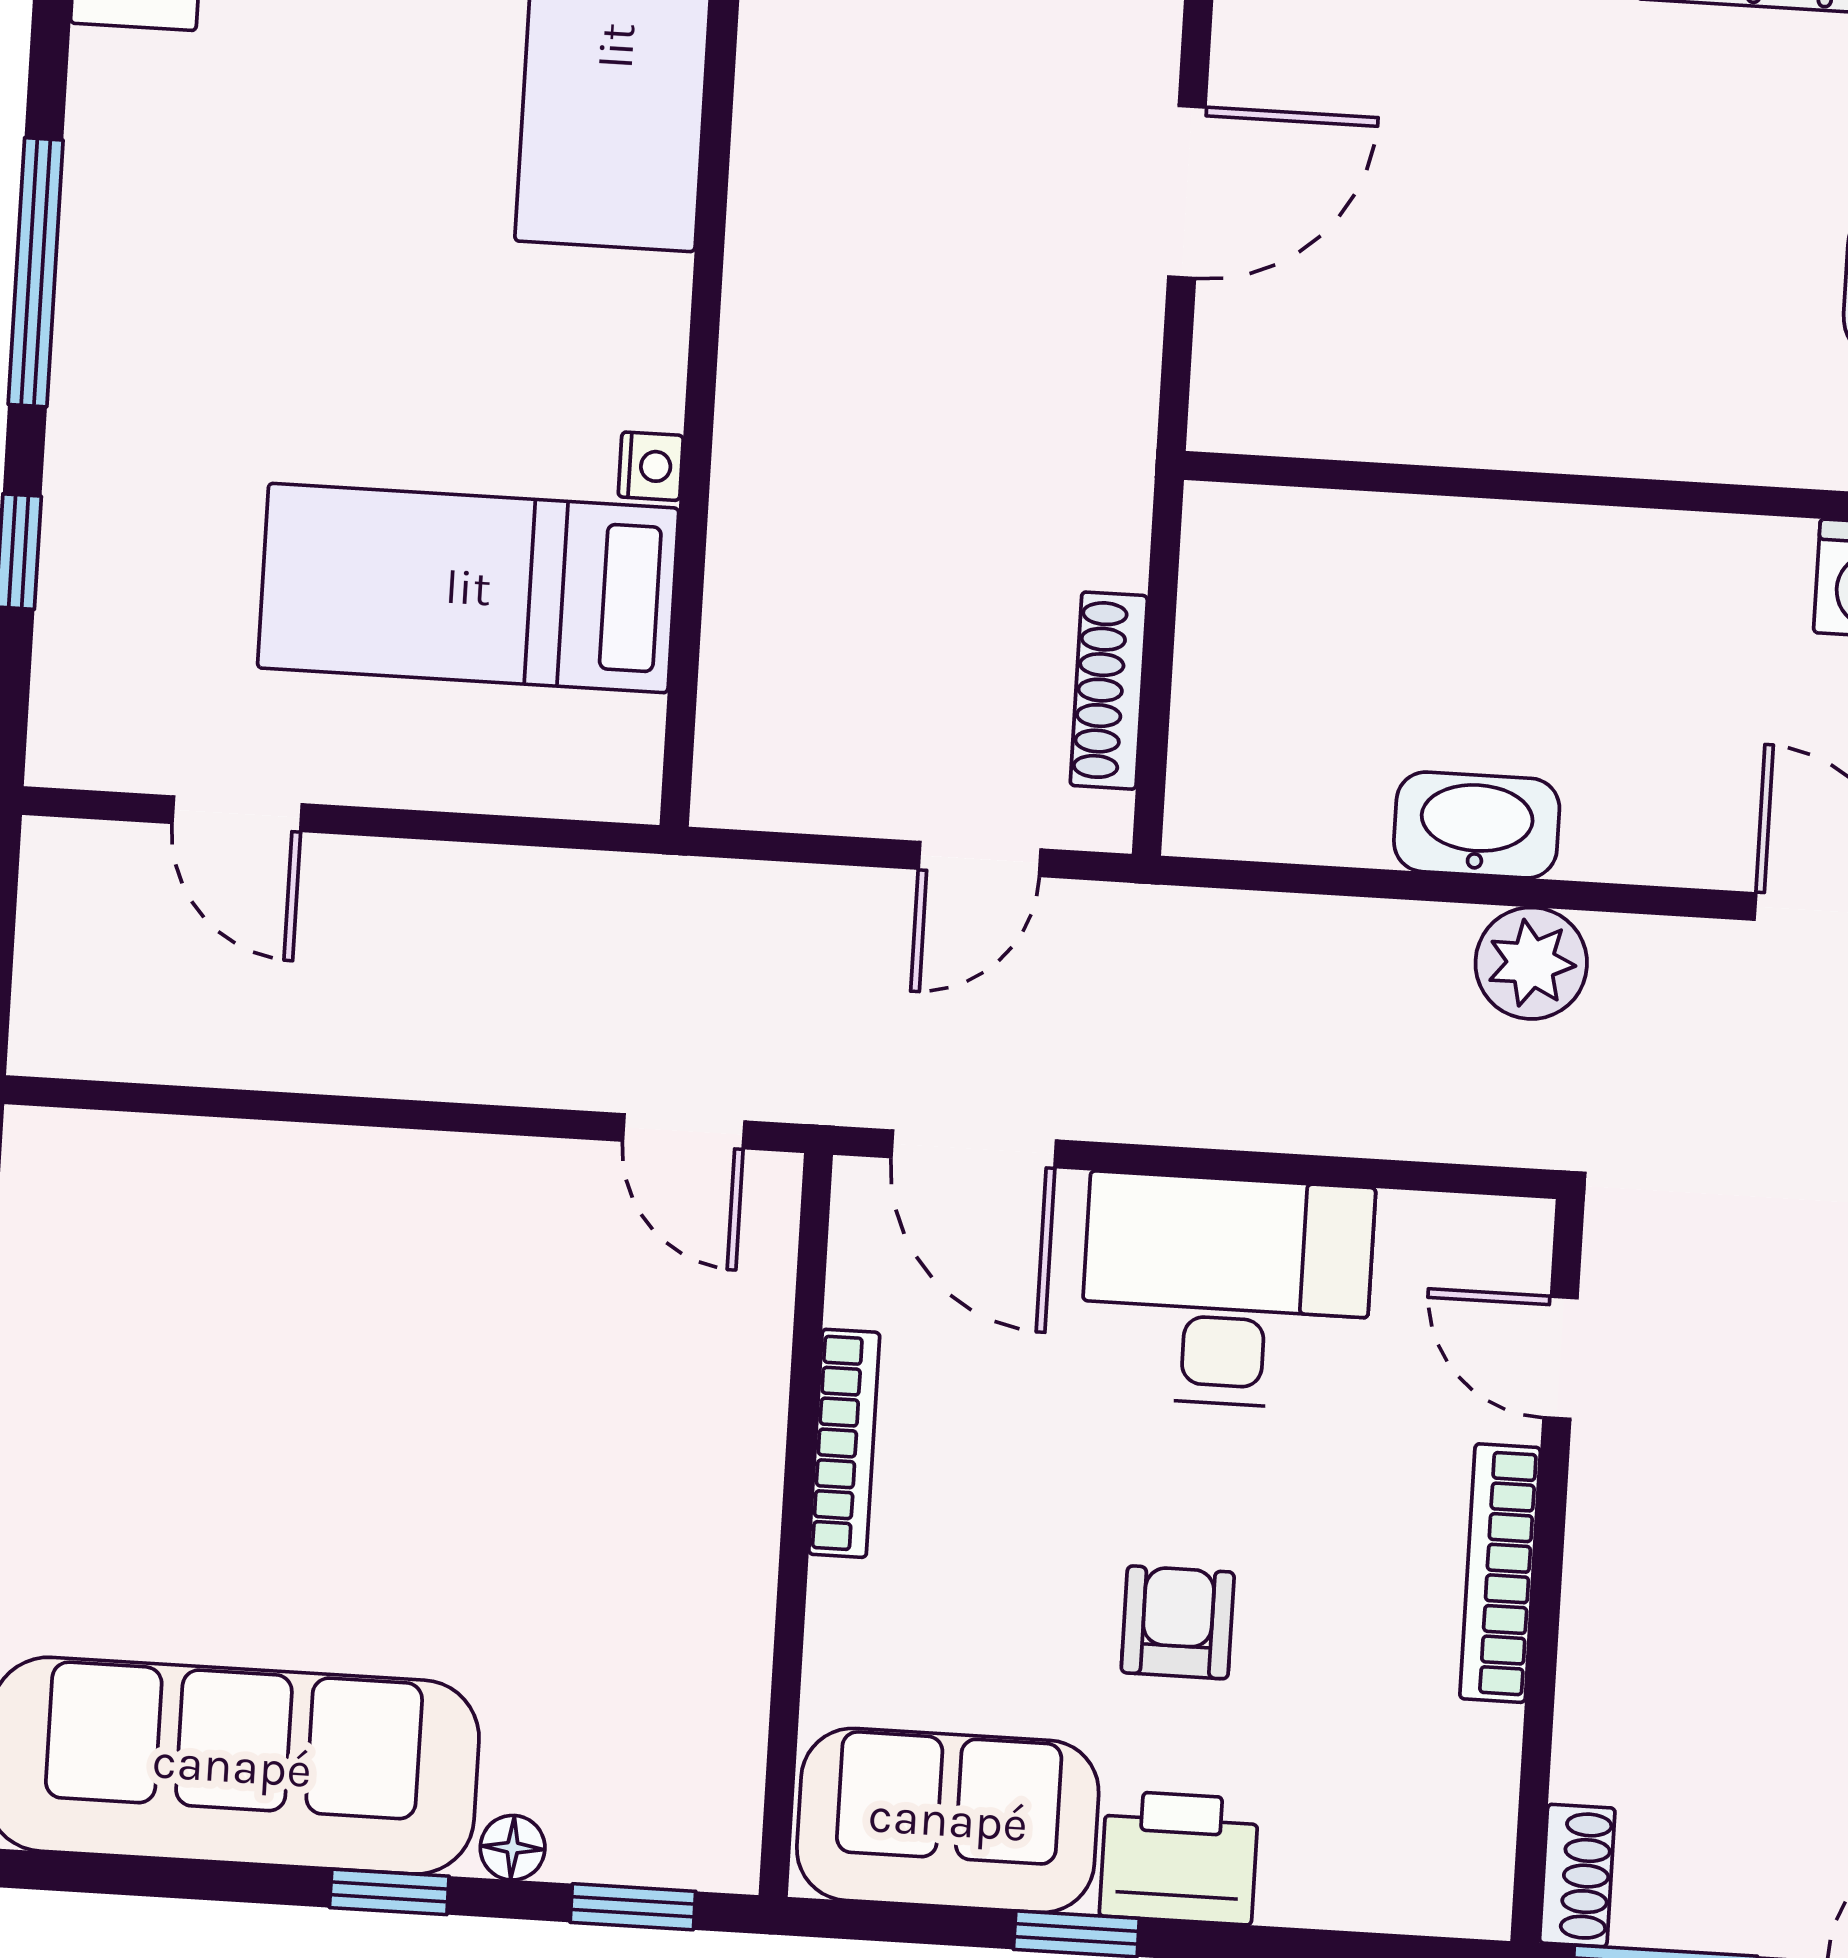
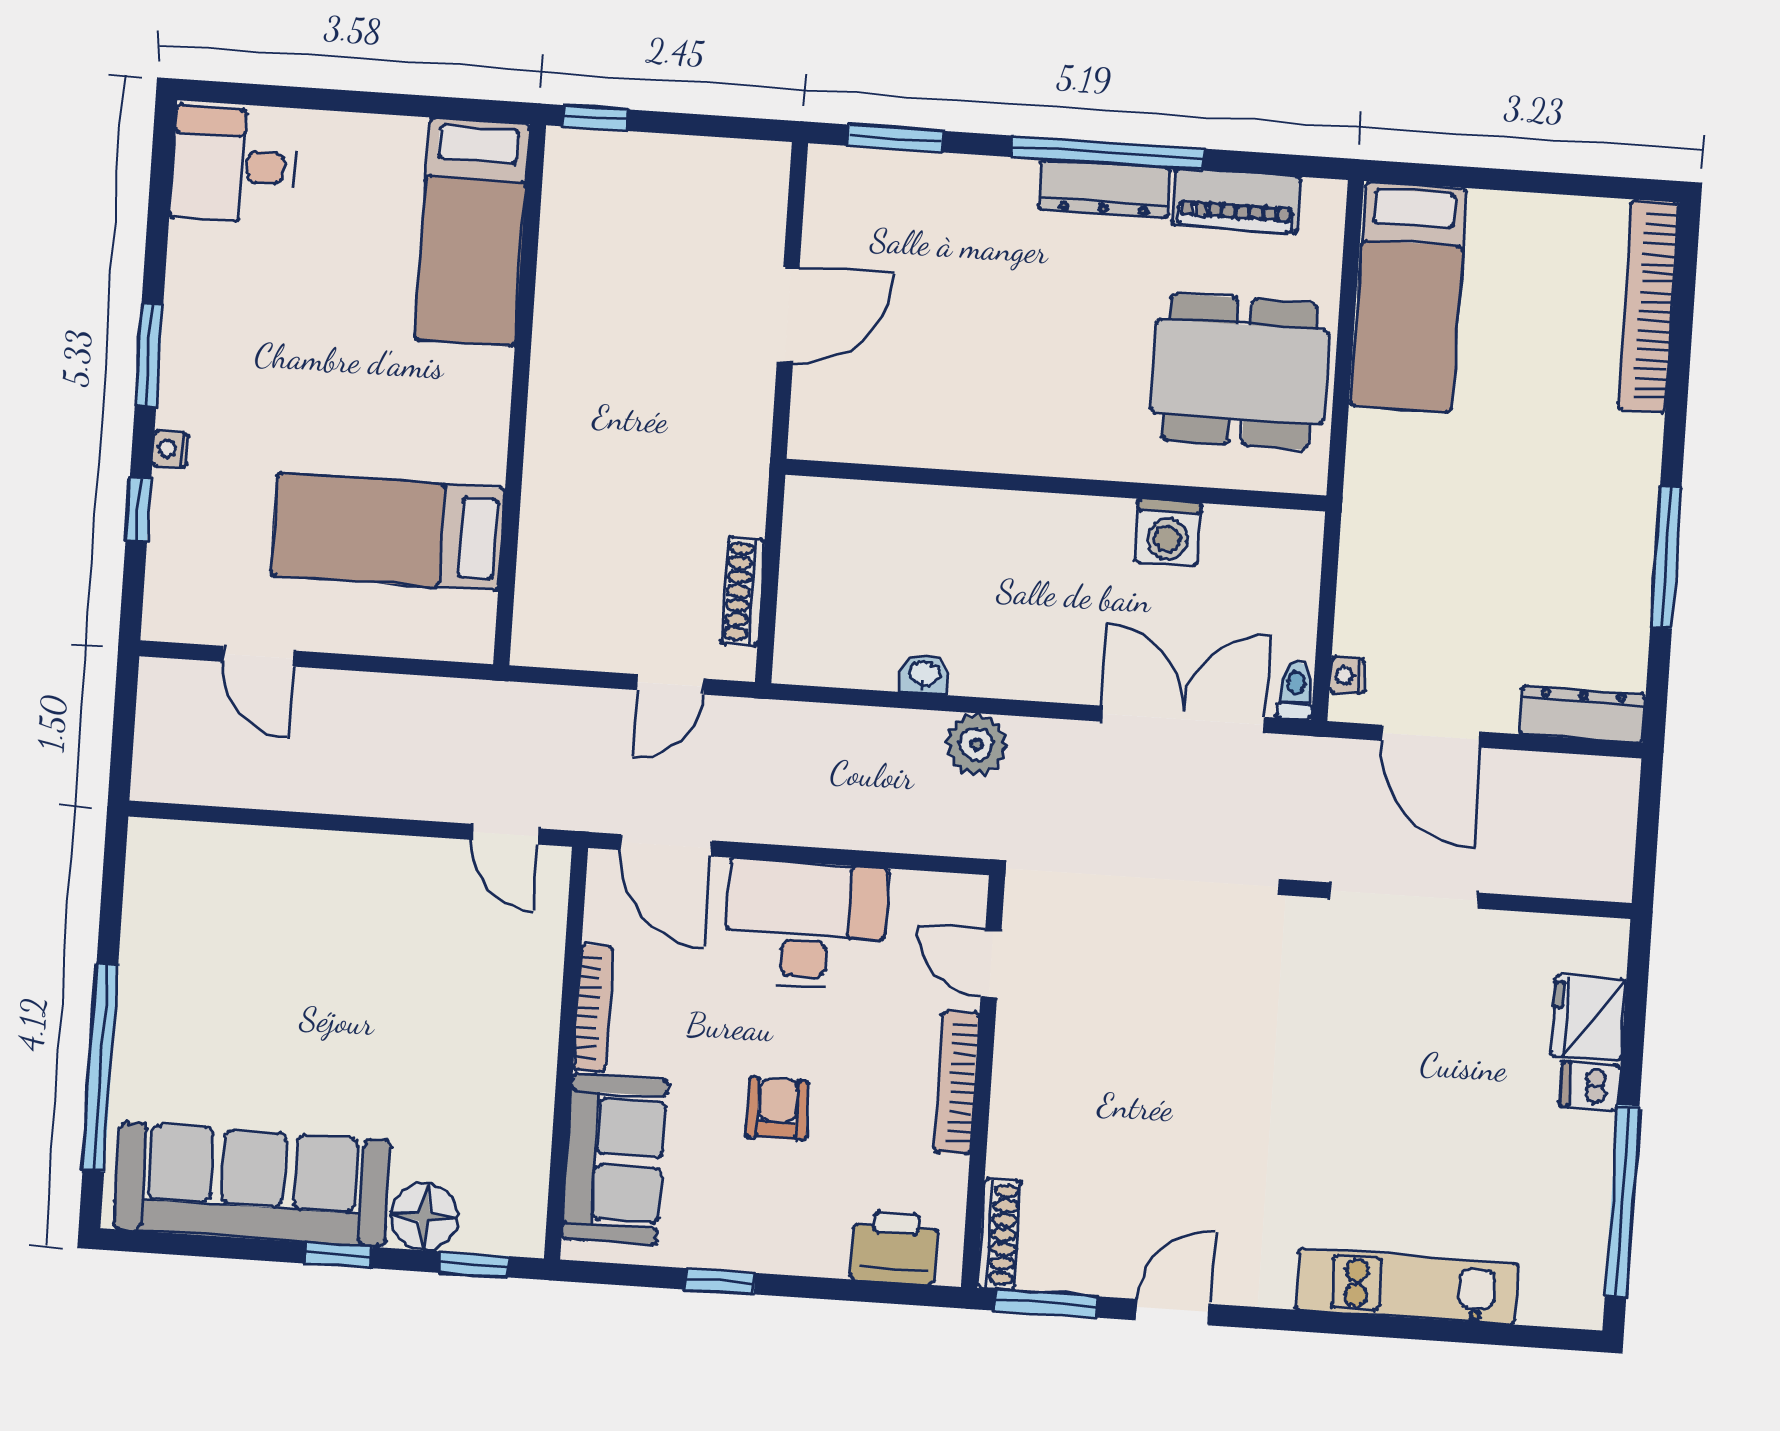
window: (36, 272) -> (149, 355), width x0.69
nightstand: (651, 466) -> (170, 449), moved, turned 180
washbasin: (1477, 825) -> (924, 674), width x0.52, depth x0.69
sofa: (948, 1820) -> (615, 1160), moved, turned 90
floor lamp: (513, 1848) -> (424, 1216), width x1.89, depth x1.89
printer: (1179, 1858) -> (895, 1247), moved
shoe rack: (1577, 1876) -> (999, 1234), width x1.43

